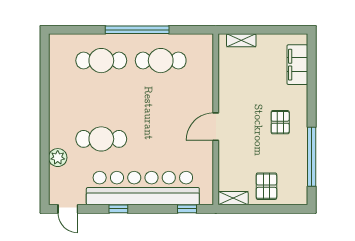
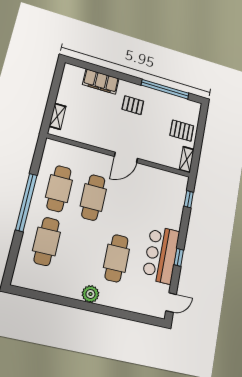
filing cabinet: (297, 65) -> (101, 82), moved
cafe table: (161, 100) -> (93, 197), added
door: (216, 127) -> (126, 157), hinge flipped
plant: (58, 158) -> (90, 294), moved
bar counter: (143, 188) -> (161, 255), width x0.54

